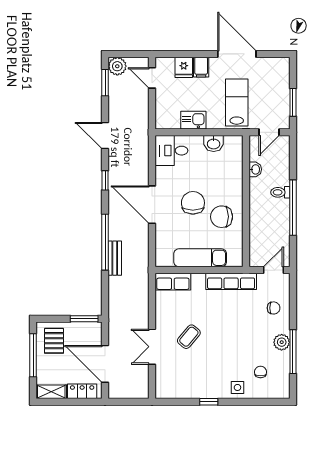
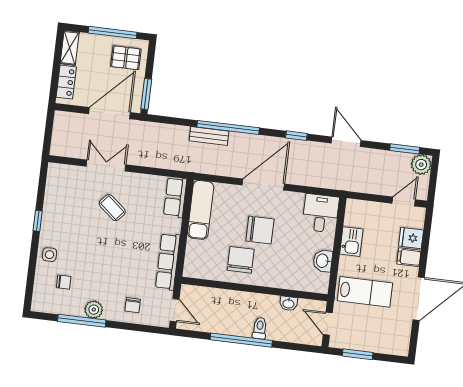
door: (105, 135) -> (346, 142), hinge flipped
exam couch: (200, 258) -> (201, 210), moved
door: (105, 364) -> (110, 113), moved

